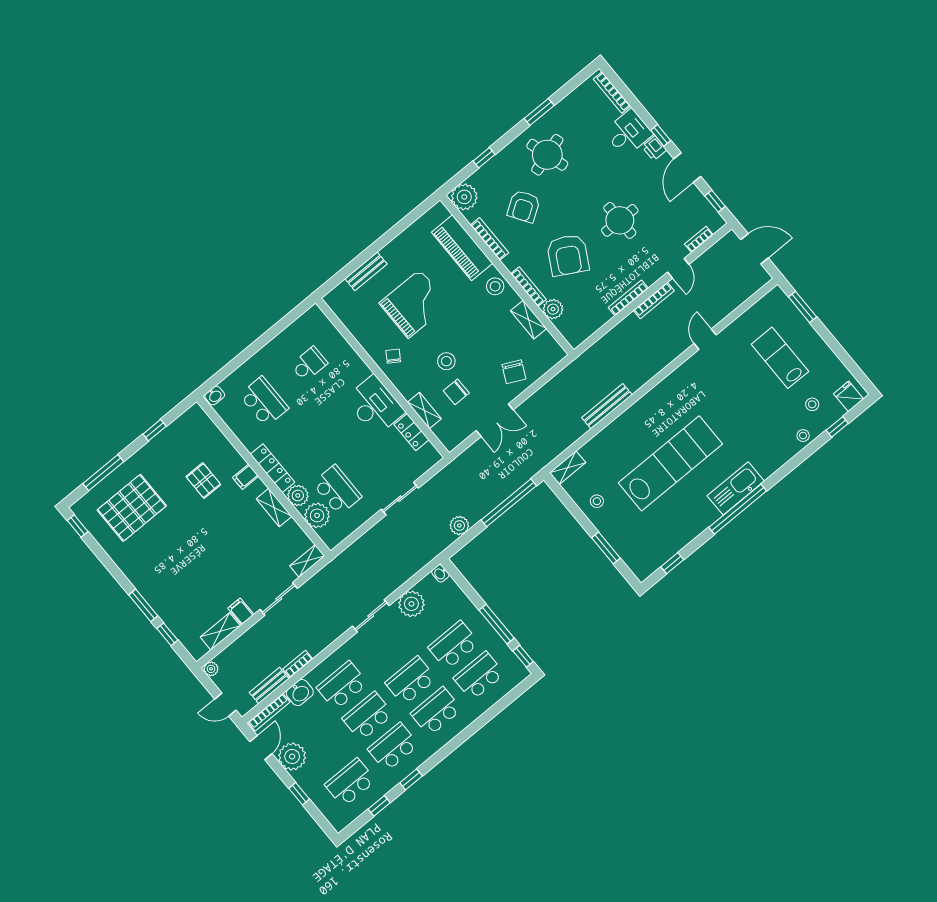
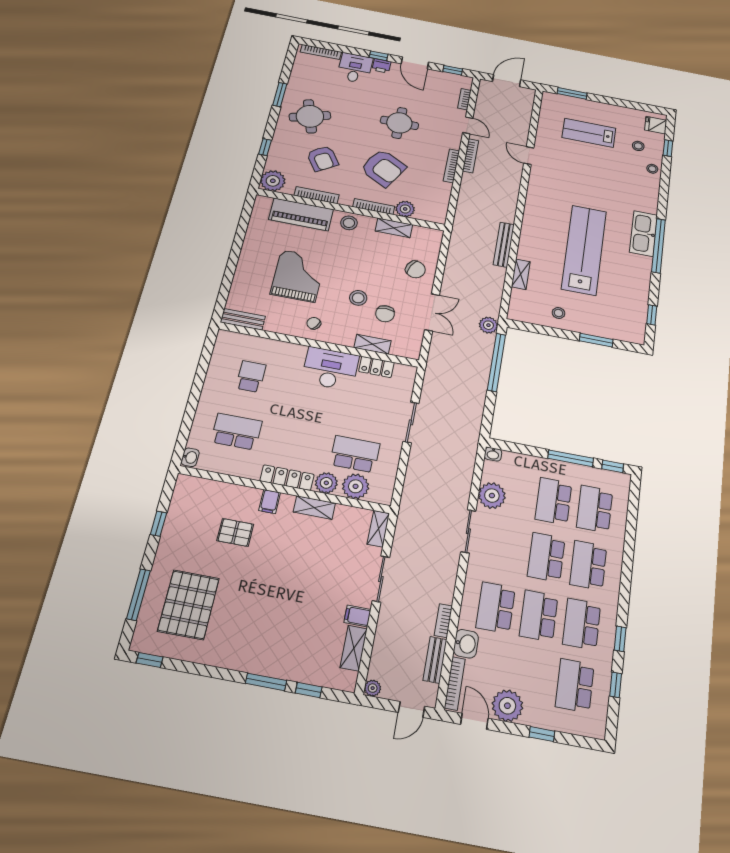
bench: (366, 271) -> (243, 319), moved, turned 90
shelving: (568, 468) -> (521, 274), moved
plant: (459, 526) -> (488, 325), moved

